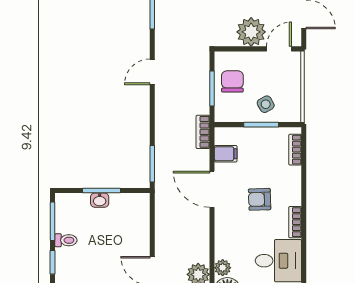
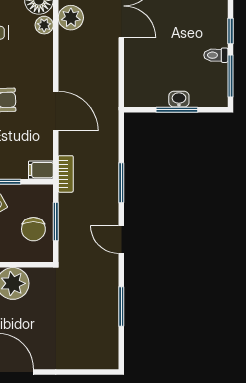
door: (152, 72) -> (121, 240), swing flipped
filing cabinet: (226, 154) -> (41, 170), moved
window: (152, 164) -> (121, 183), moved

